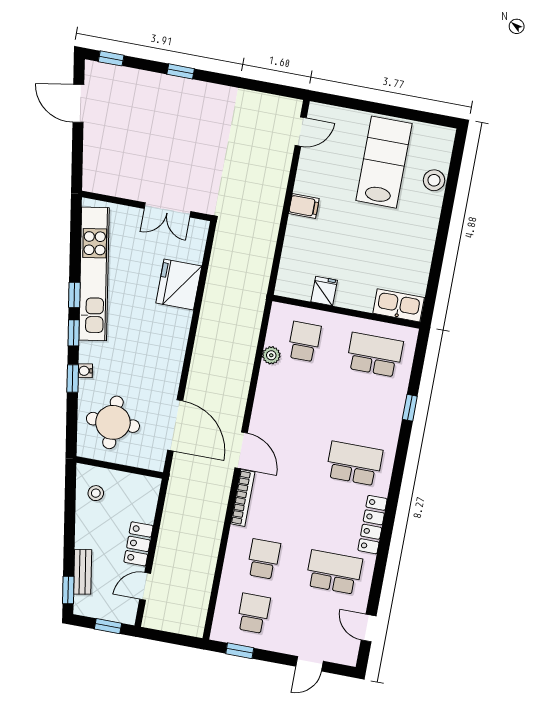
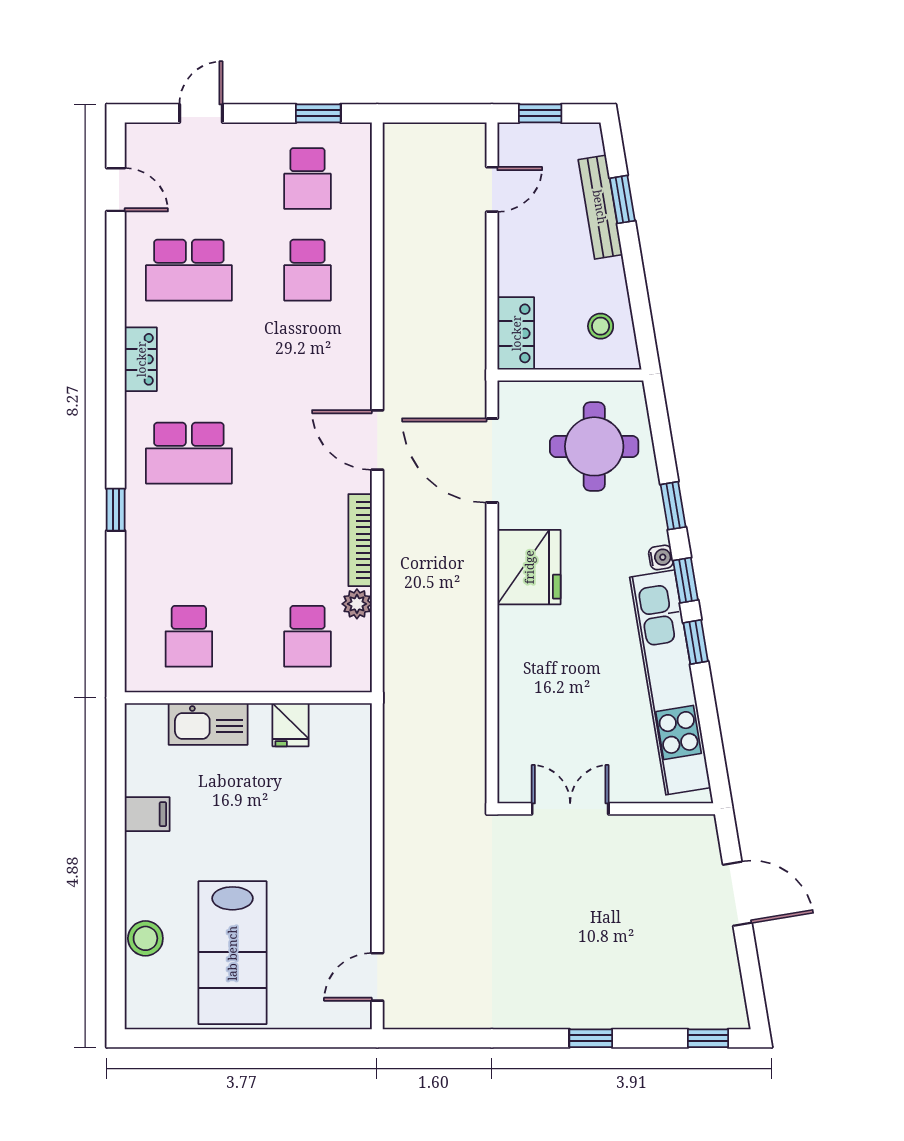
door: (78, 103) -> (737, 894), moved
filing cabinet: (304, 206) -> (147, 814), moved, turned 180
fridge: (179, 285) -> (529, 567), moved
kitchen sink: (399, 305) -> (208, 724), moved
school desk: (375, 355) -> (189, 636), width x0.54
water cooler: (85, 371) -> (661, 557), moved
window: (410, 408) -> (116, 510), moved
bookcase: (243, 498) -> (360, 540), moved
locker: (372, 525) -> (141, 359), width x0.66
locker: (138, 544) -> (516, 333), moved
bench: (83, 572) -> (600, 207), width x1.36
window: (68, 590) -> (622, 199), moved

